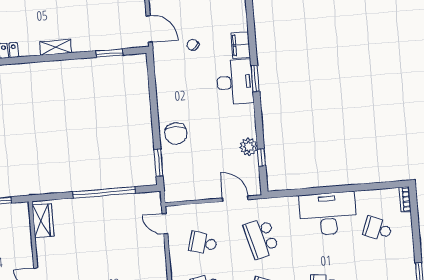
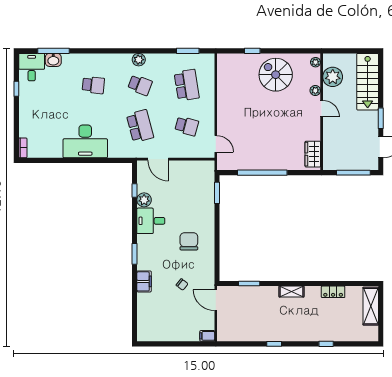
desk: (235, 82) -> (151, 221), moved, width x0.73
chair: (176, 134) -> (189, 241), moved
school desk: (378, 229) -> (47, 126), removed

